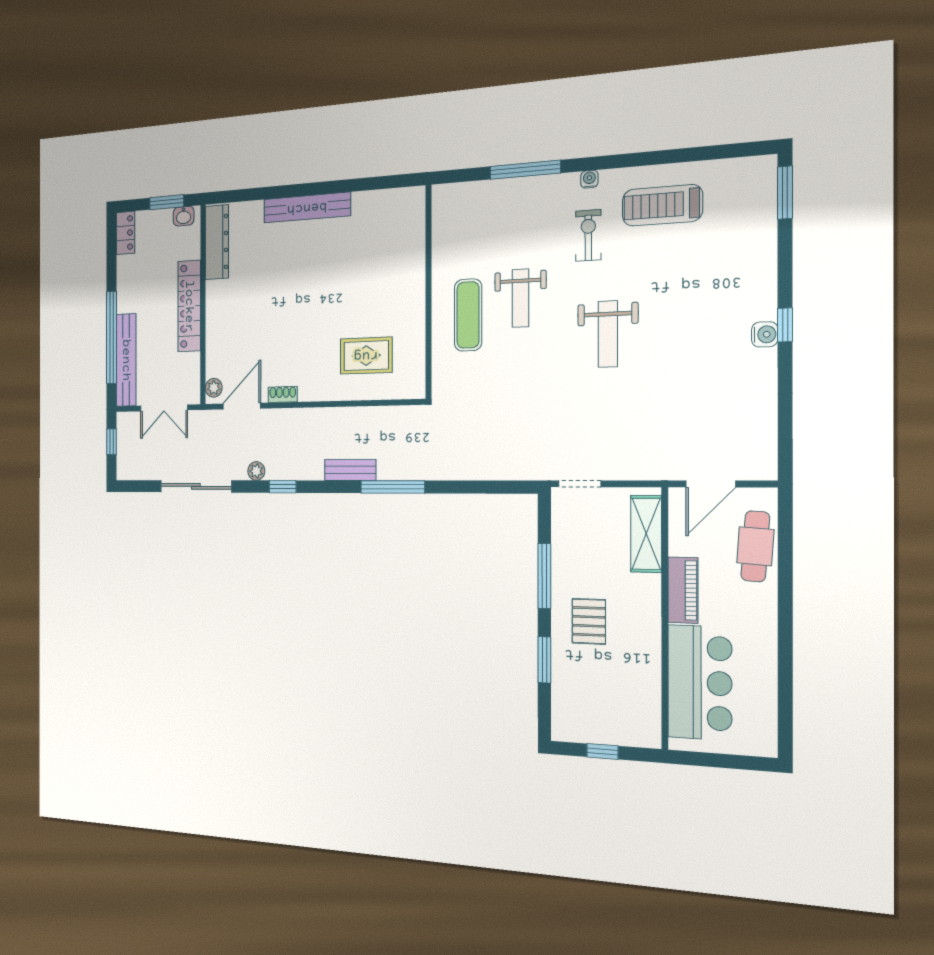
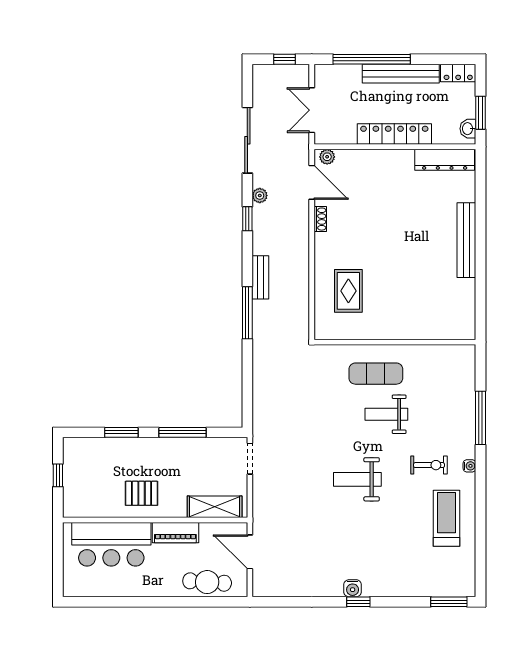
bench: (126, 360) -> (401, 74), moved
pallet: (589, 621) -> (142, 493), moved

